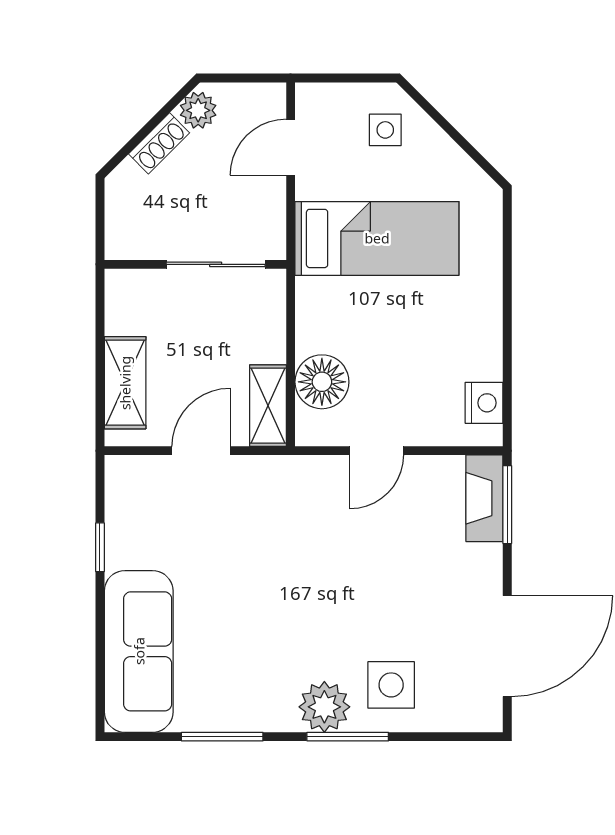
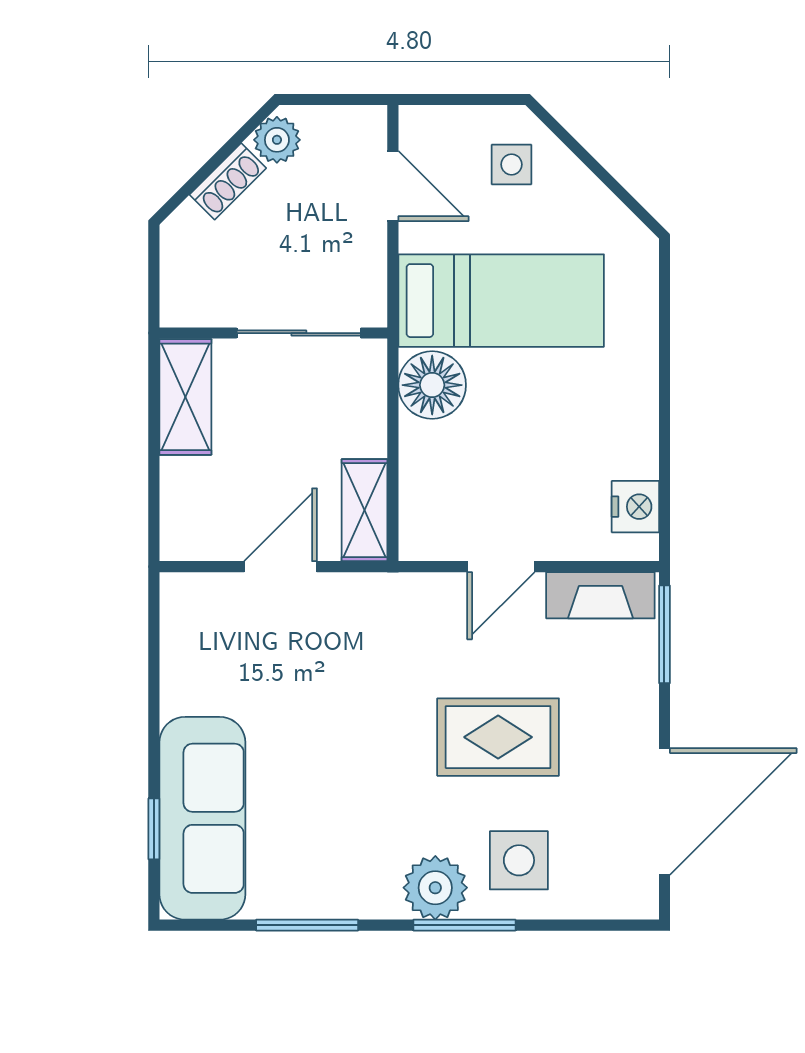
door: (291, 147) -> (393, 186), swing flipped
floor lamp: (322, 382) -> (432, 385), moved
shelving: (125, 383) -> (185, 397), moved
fireplace: (484, 498) -> (600, 595), moved, turned -90
window: (100, 547) -> (154, 829), moved
rug: (375, 587) -> (498, 737), added

